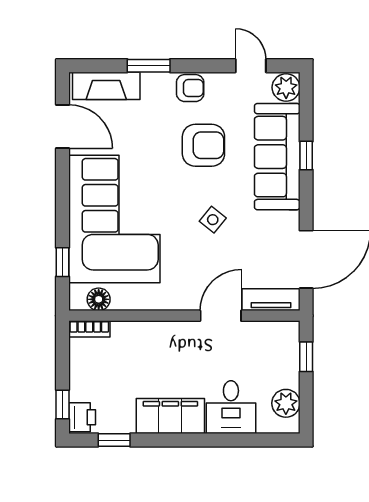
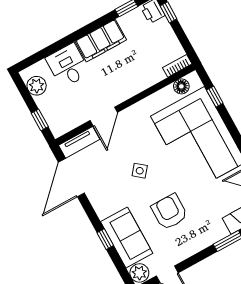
armchair: (190, 88) -> (196, 241), removed
armchair: (203, 145) -> (169, 212), turned 90
sofa: (277, 157) -> (127, 237), width x0.73

